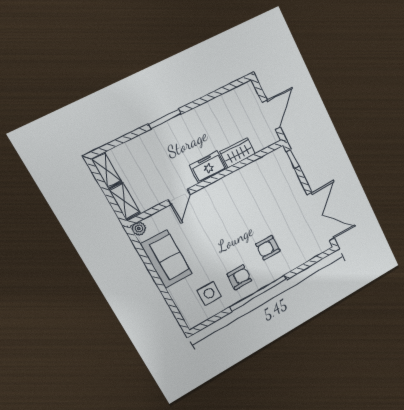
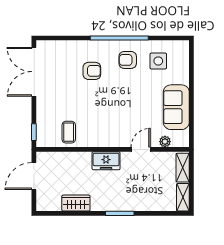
wardrobe: (238, 153) -> (76, 203), moved, turned 180
coffee table: (260, 176) -> (69, 132), added
plant: (139, 229) -> (165, 142), moved

